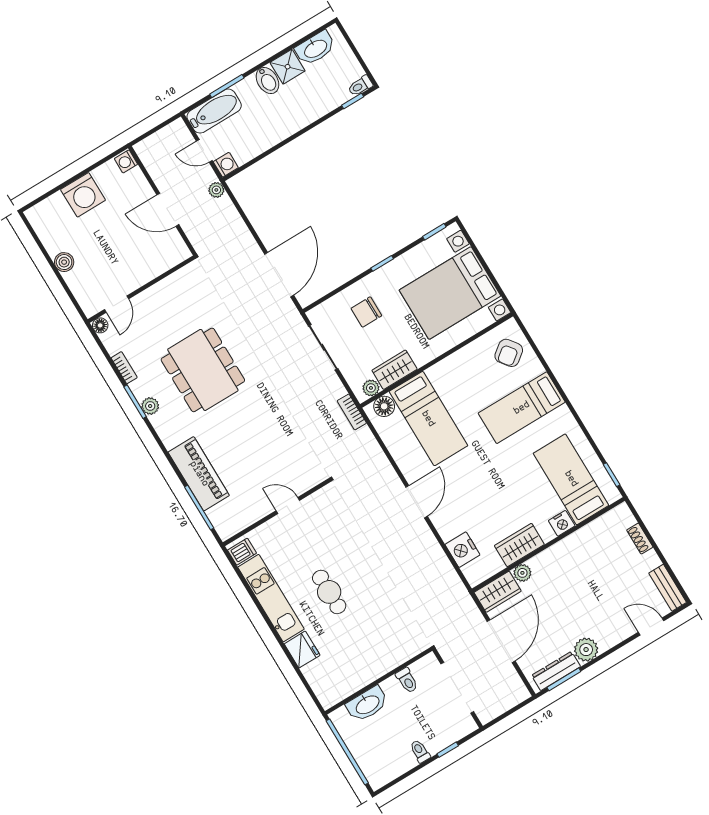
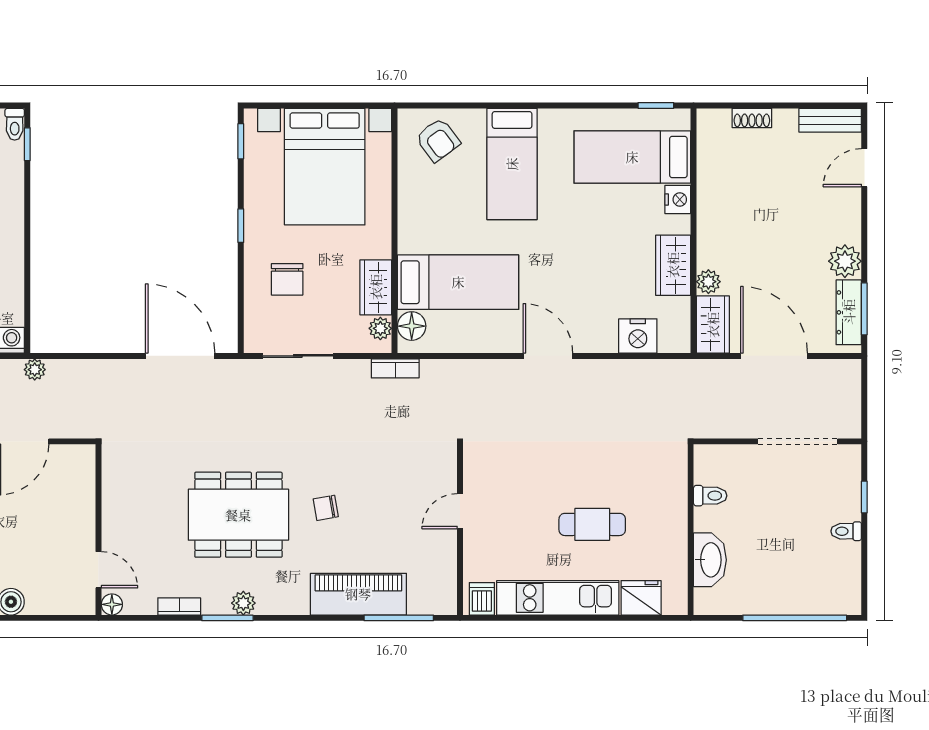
chair: (240, 421) -> (326, 508), added
toilet: (407, 680) -> (710, 496), moved
wall: (379, 681) -> (691, 530), moved
washbasin: (367, 704) -> (710, 560), moved

